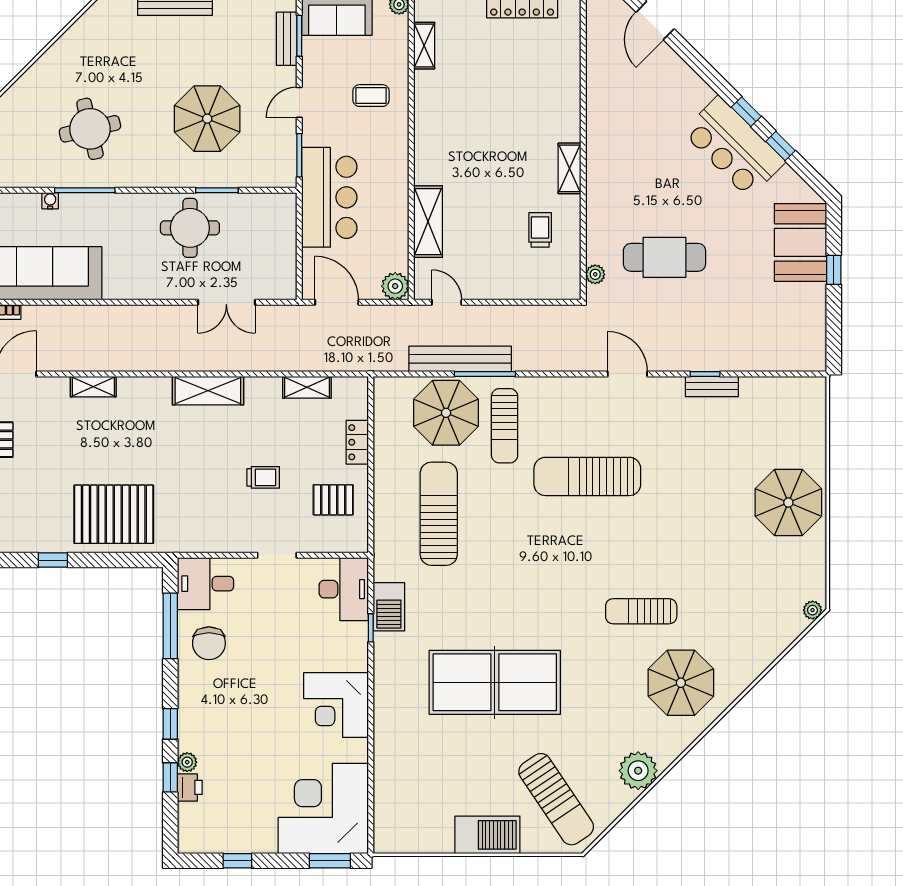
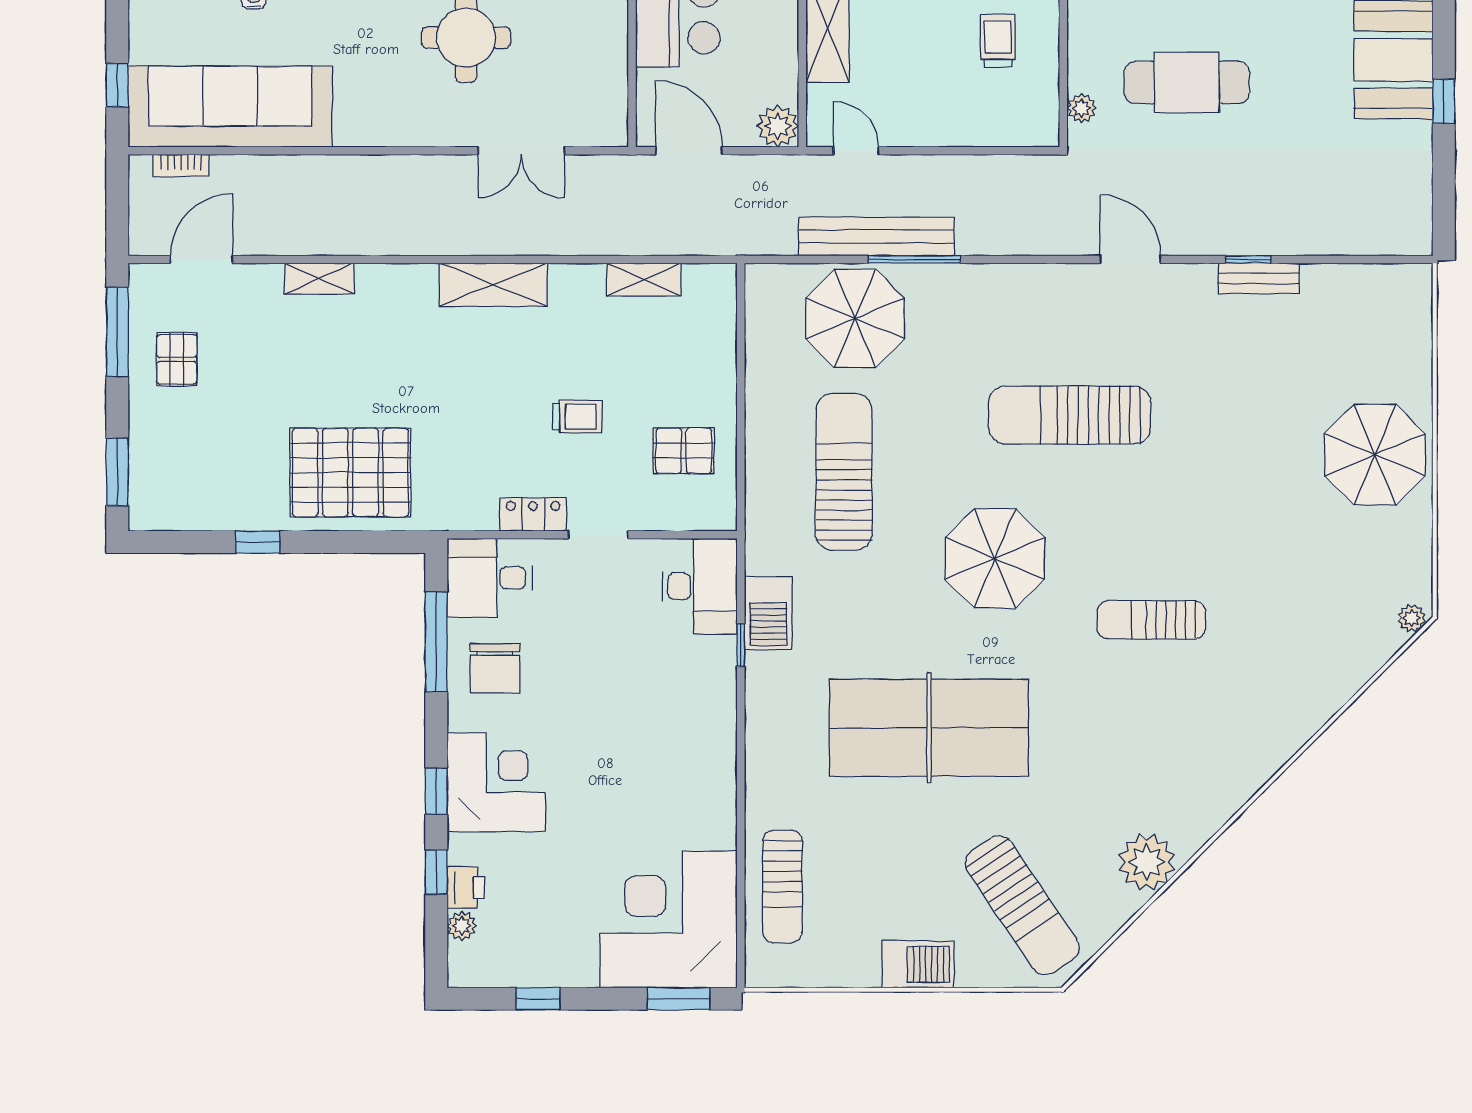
sun lounger: (505, 426) -> (782, 887), moved
locker: (357, 442) -> (533, 514), moved, turned 90
parasol: (681, 683) -> (995, 558), moved
corner desk: (336, 705) -> (496, 782), moved, turned 180
plant: (187, 762) -> (462, 926), moved
barbecue: (487, 835) -> (918, 964), width x0.73, depth x0.83

